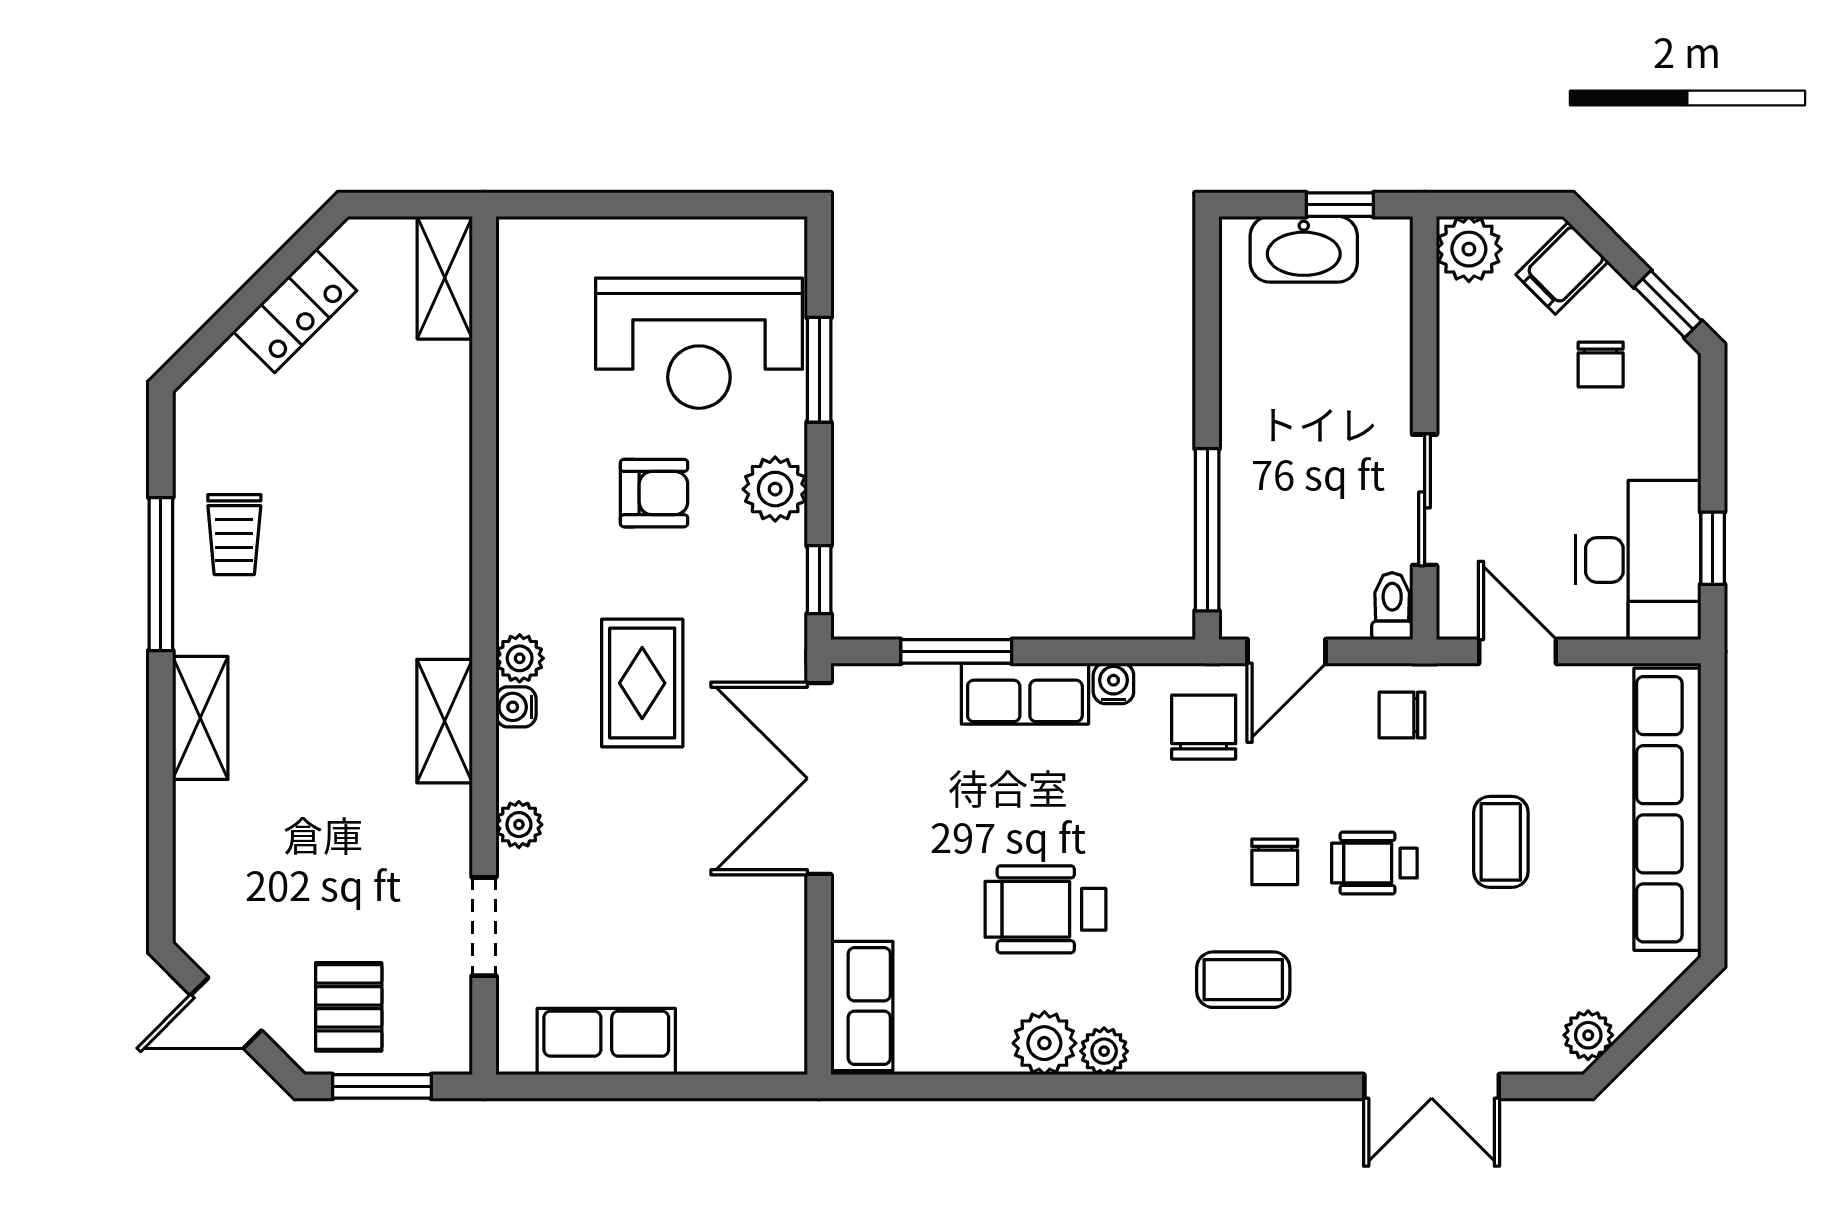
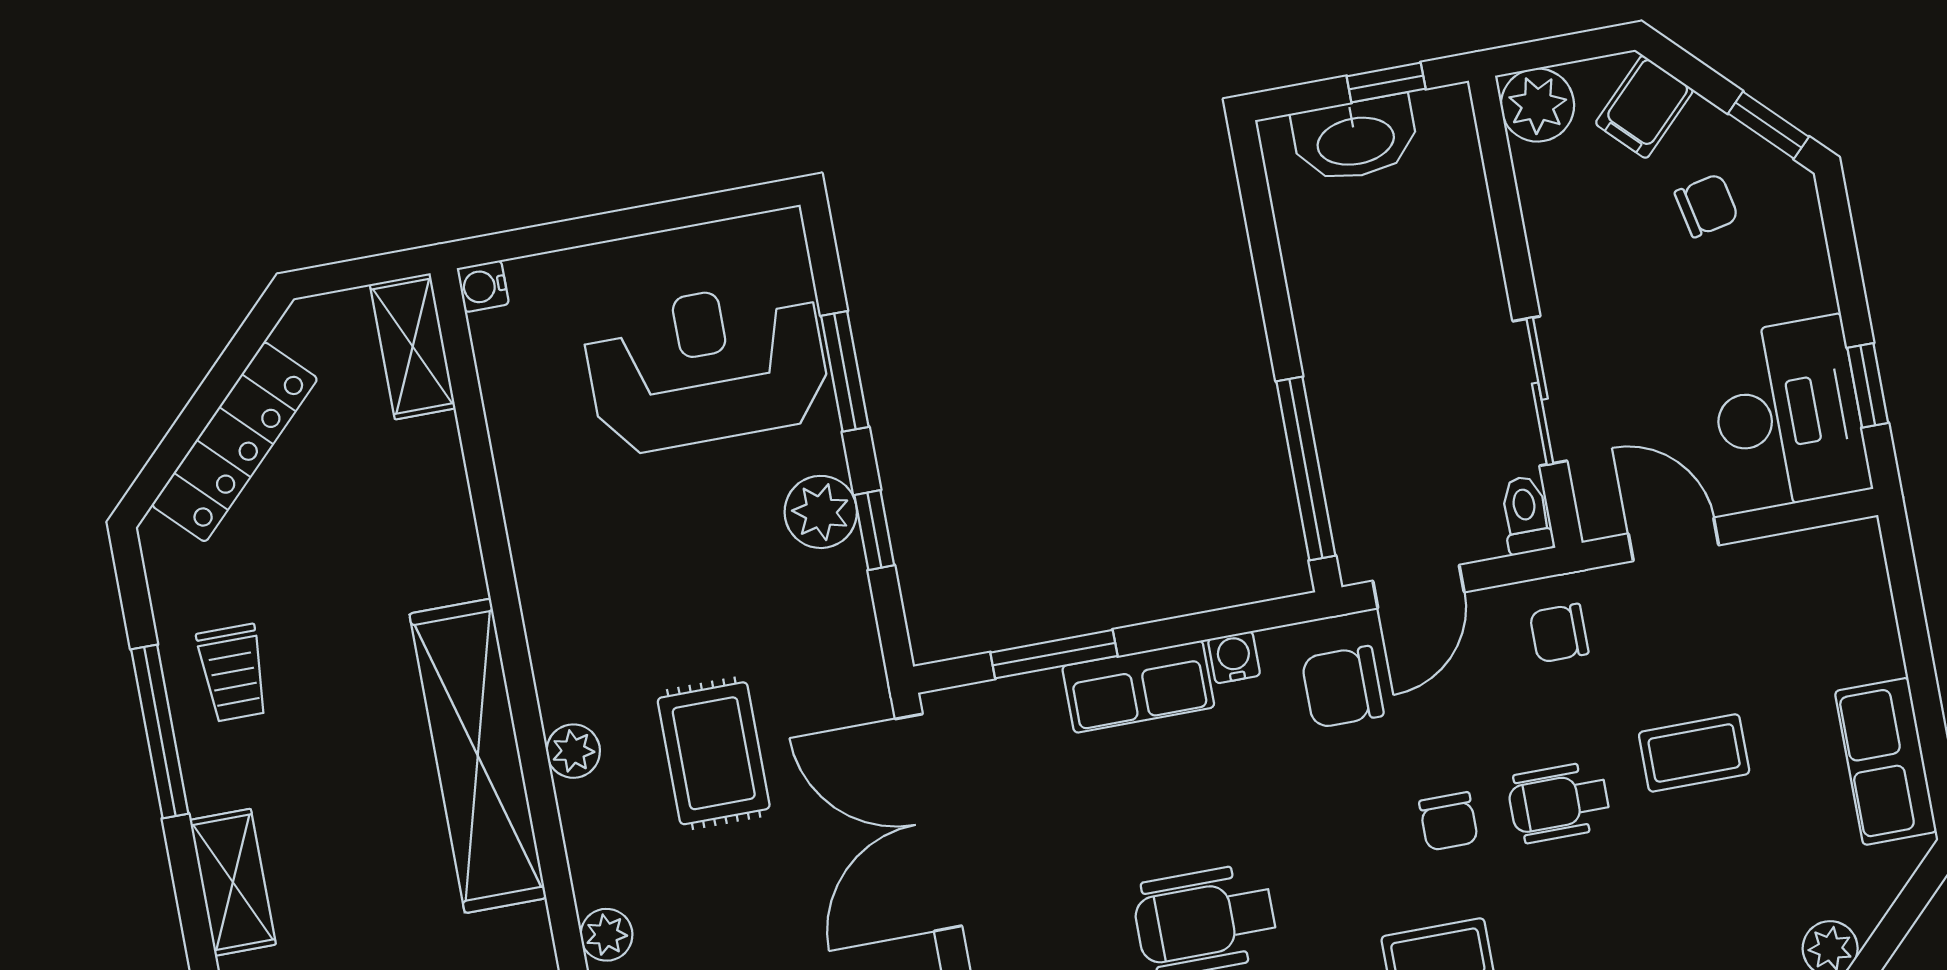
locker: (295, 311) -> (235, 442), width x1.53
reception desk: (699, 343) -> (707, 366), turned 180
chair: (1601, 364) -> (1707, 205), turned -102
armchair: (654, 493) -> (688, 541), removed
window: (819, 580) -> (874, 530), moved
water cooler: (516, 707) -> (483, 286), moved
shelving: (445, 721) -> (478, 756), width x2.20, depth x1.33
chair: (1204, 727) -> (1343, 687), turned -90
row of seats: (1667, 809) -> (1886, 761), width x0.50
coffee table: (1501, 842) -> (1694, 753), turned 90

